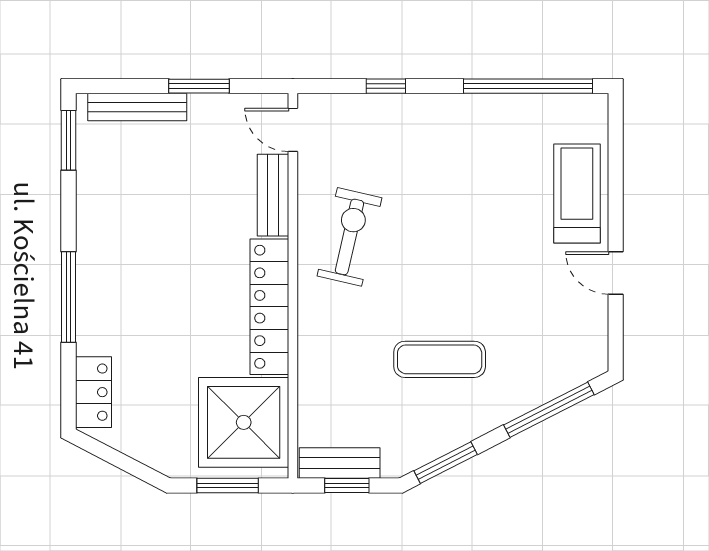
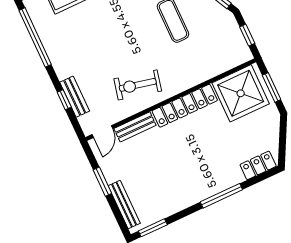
bench: (340, 463) -> (75, 97), moved

